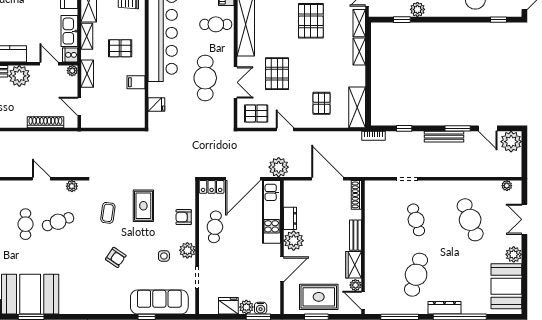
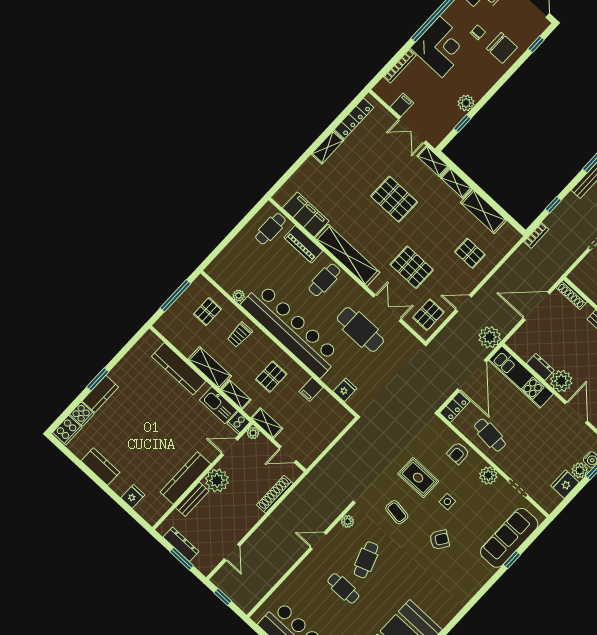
shelving: (357, 107) -> (484, 211), moved
side table: (164, 256) -> (447, 502), moved

